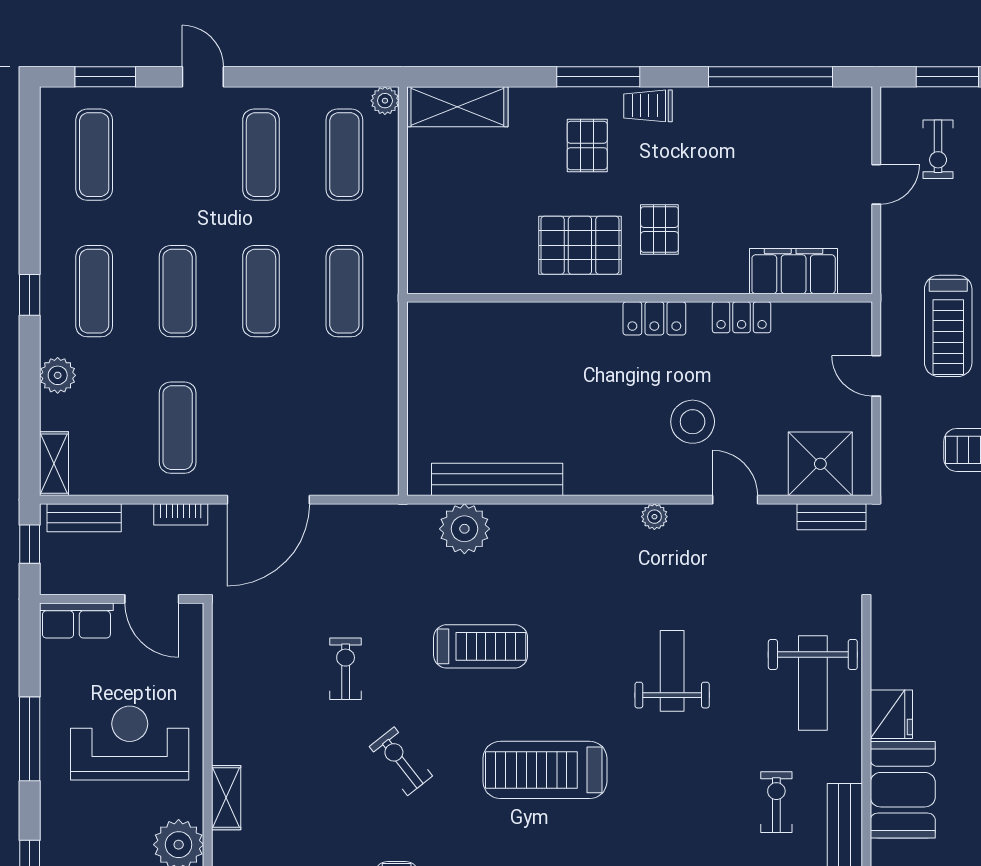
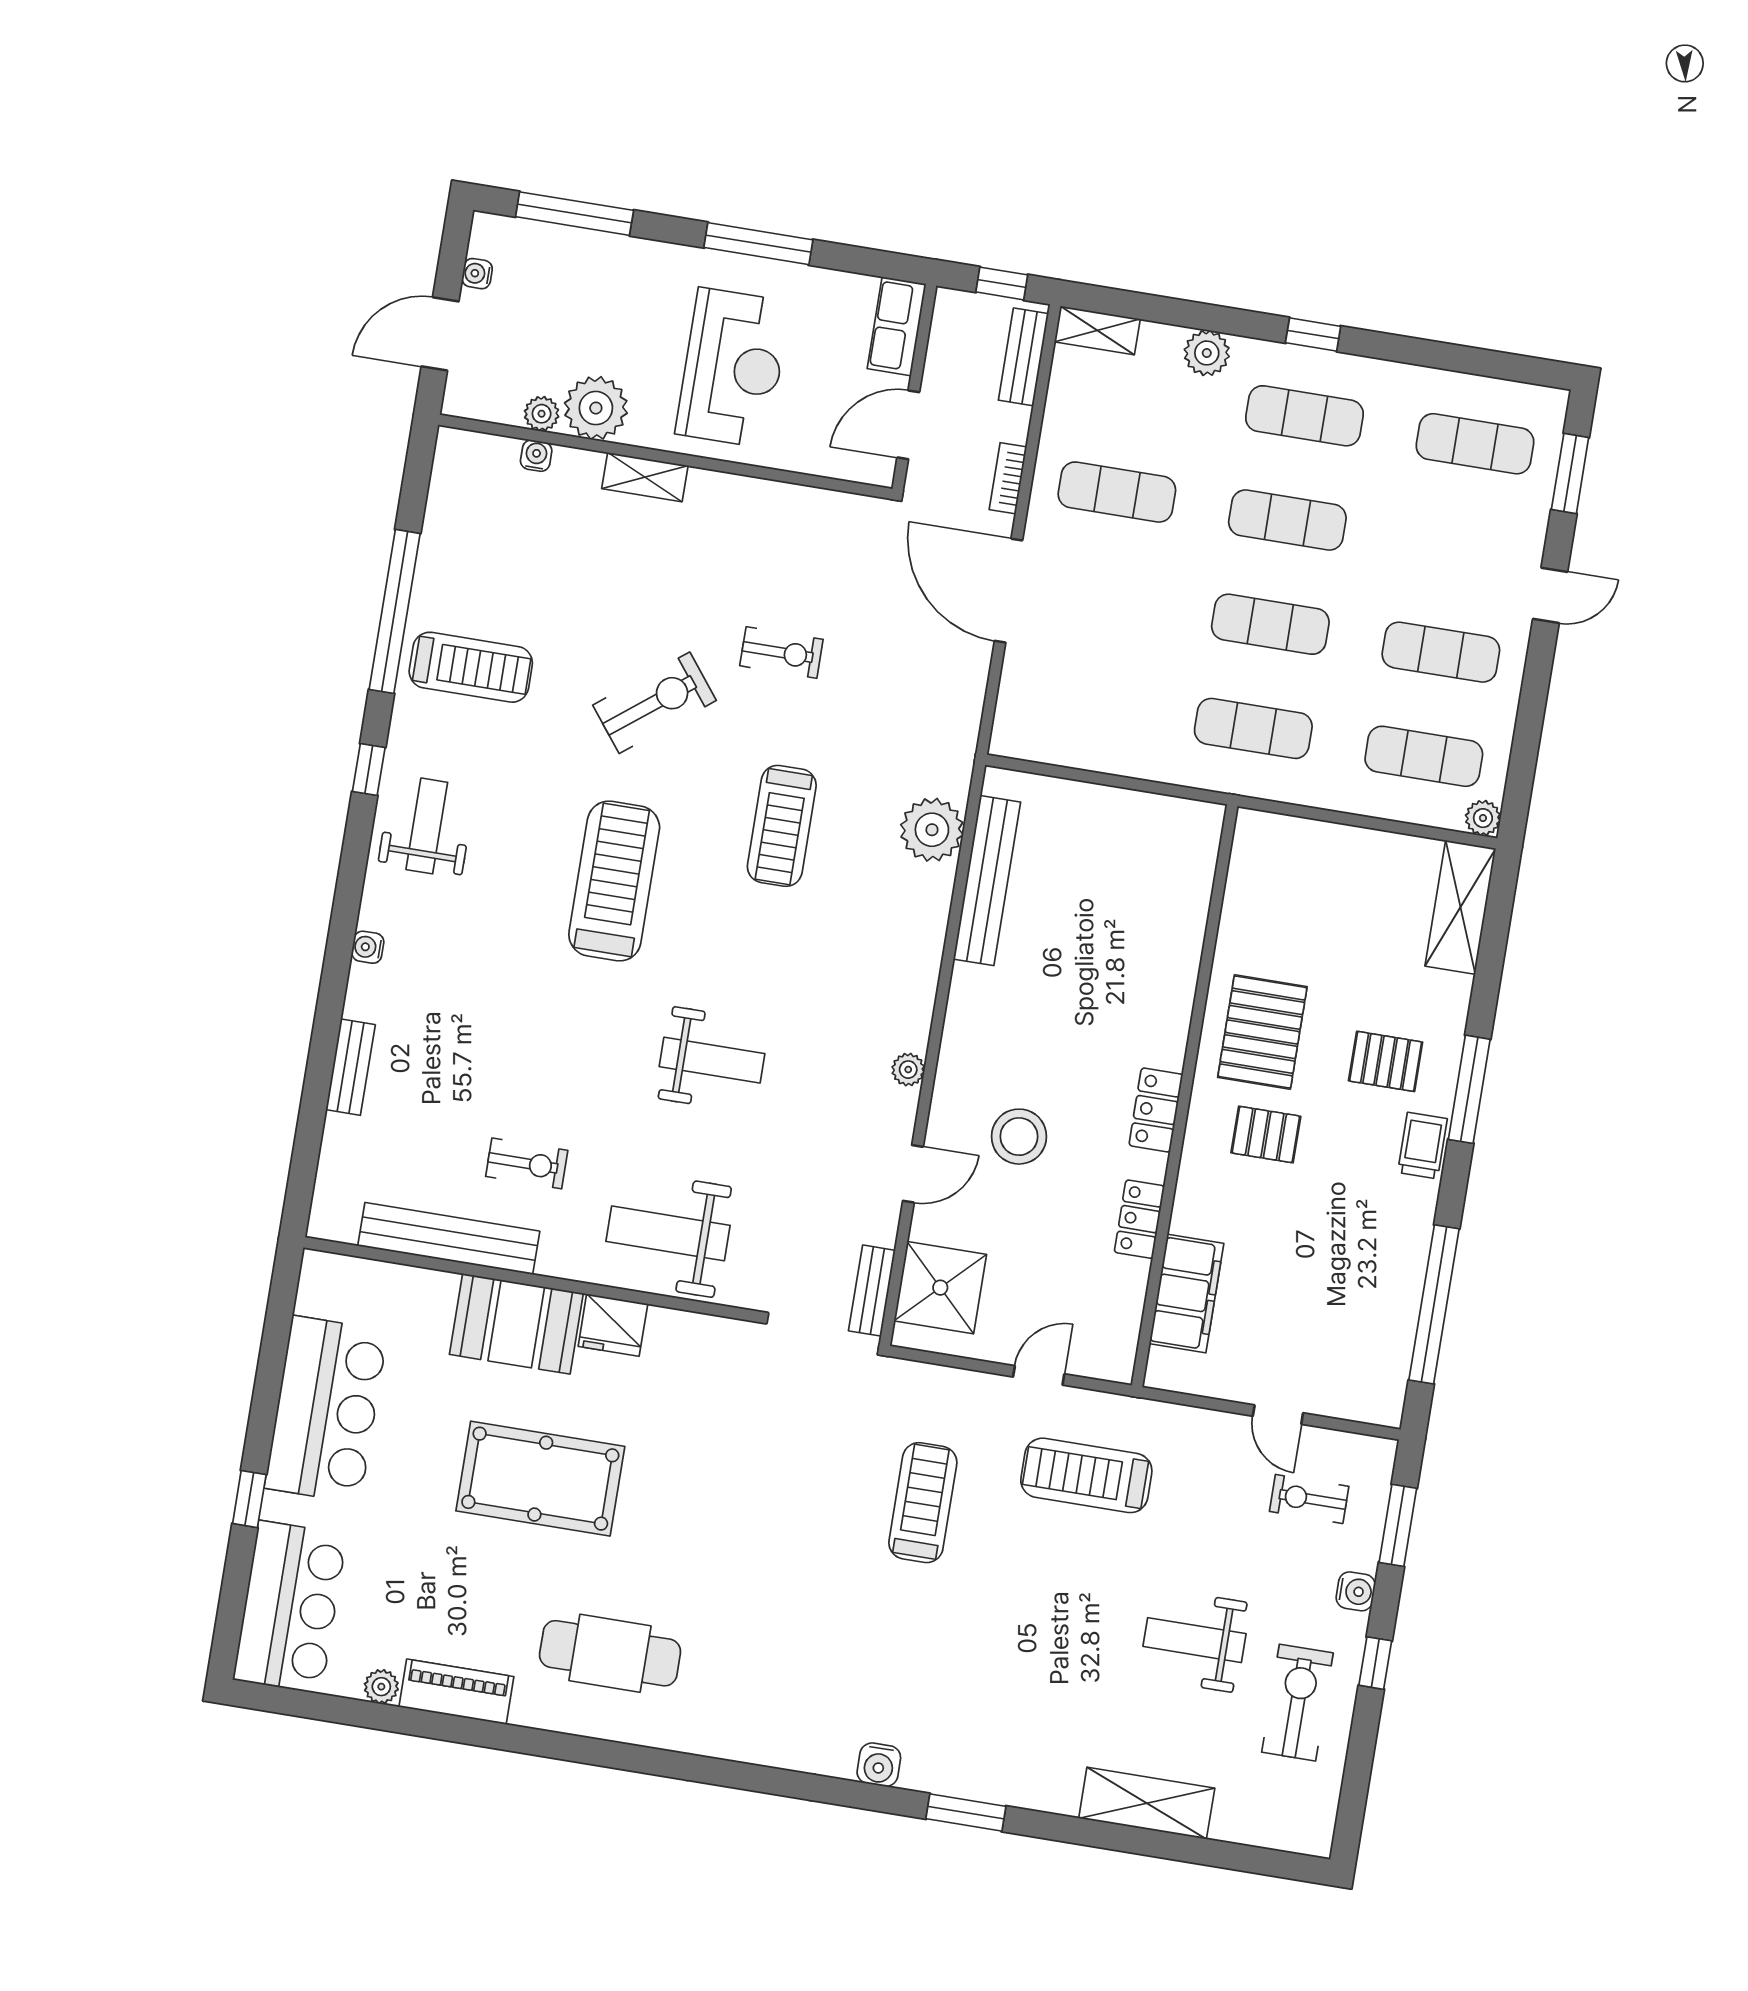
exercise bike: (401, 761) -> (655, 703), width x1.38, depth x1.39

